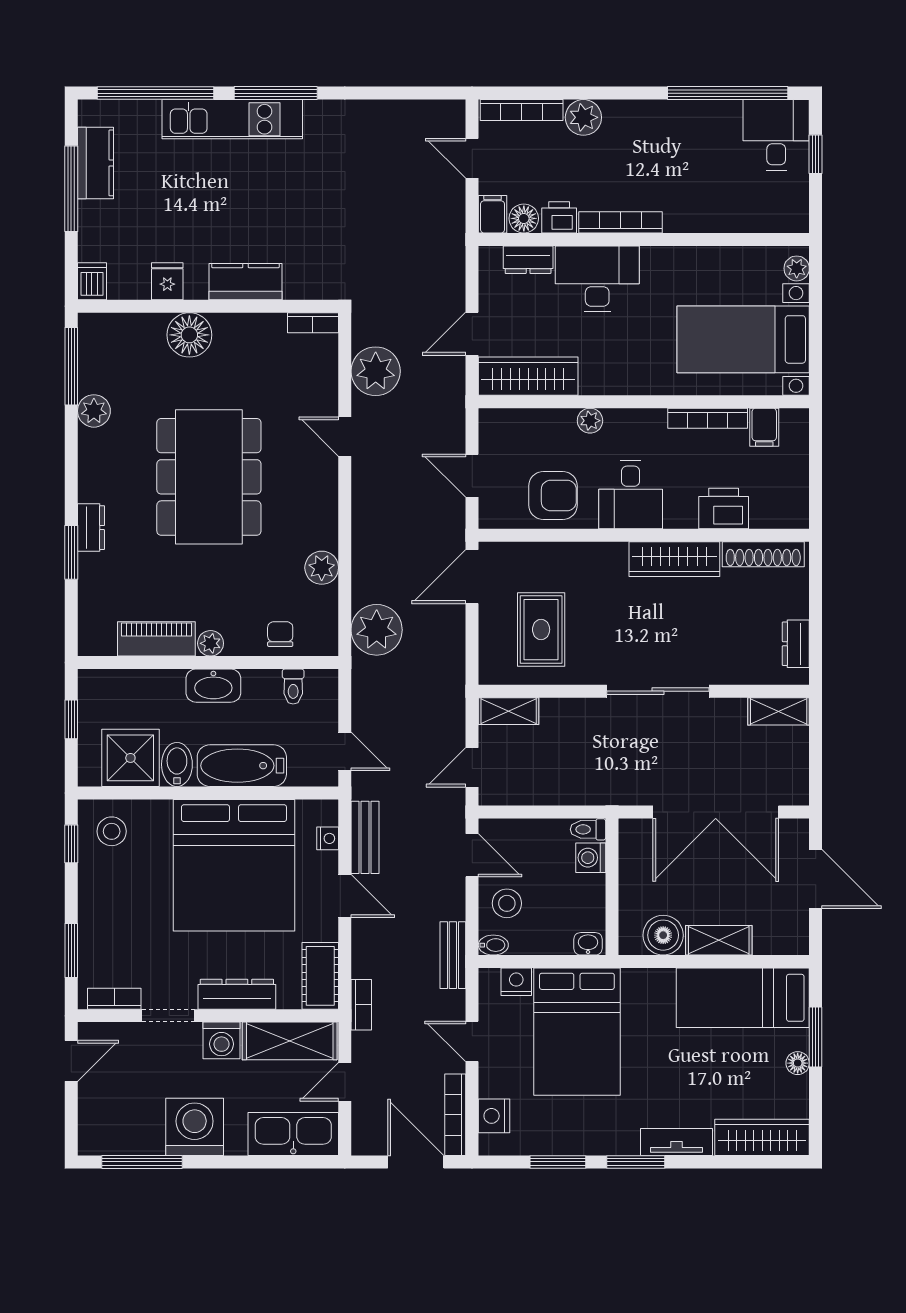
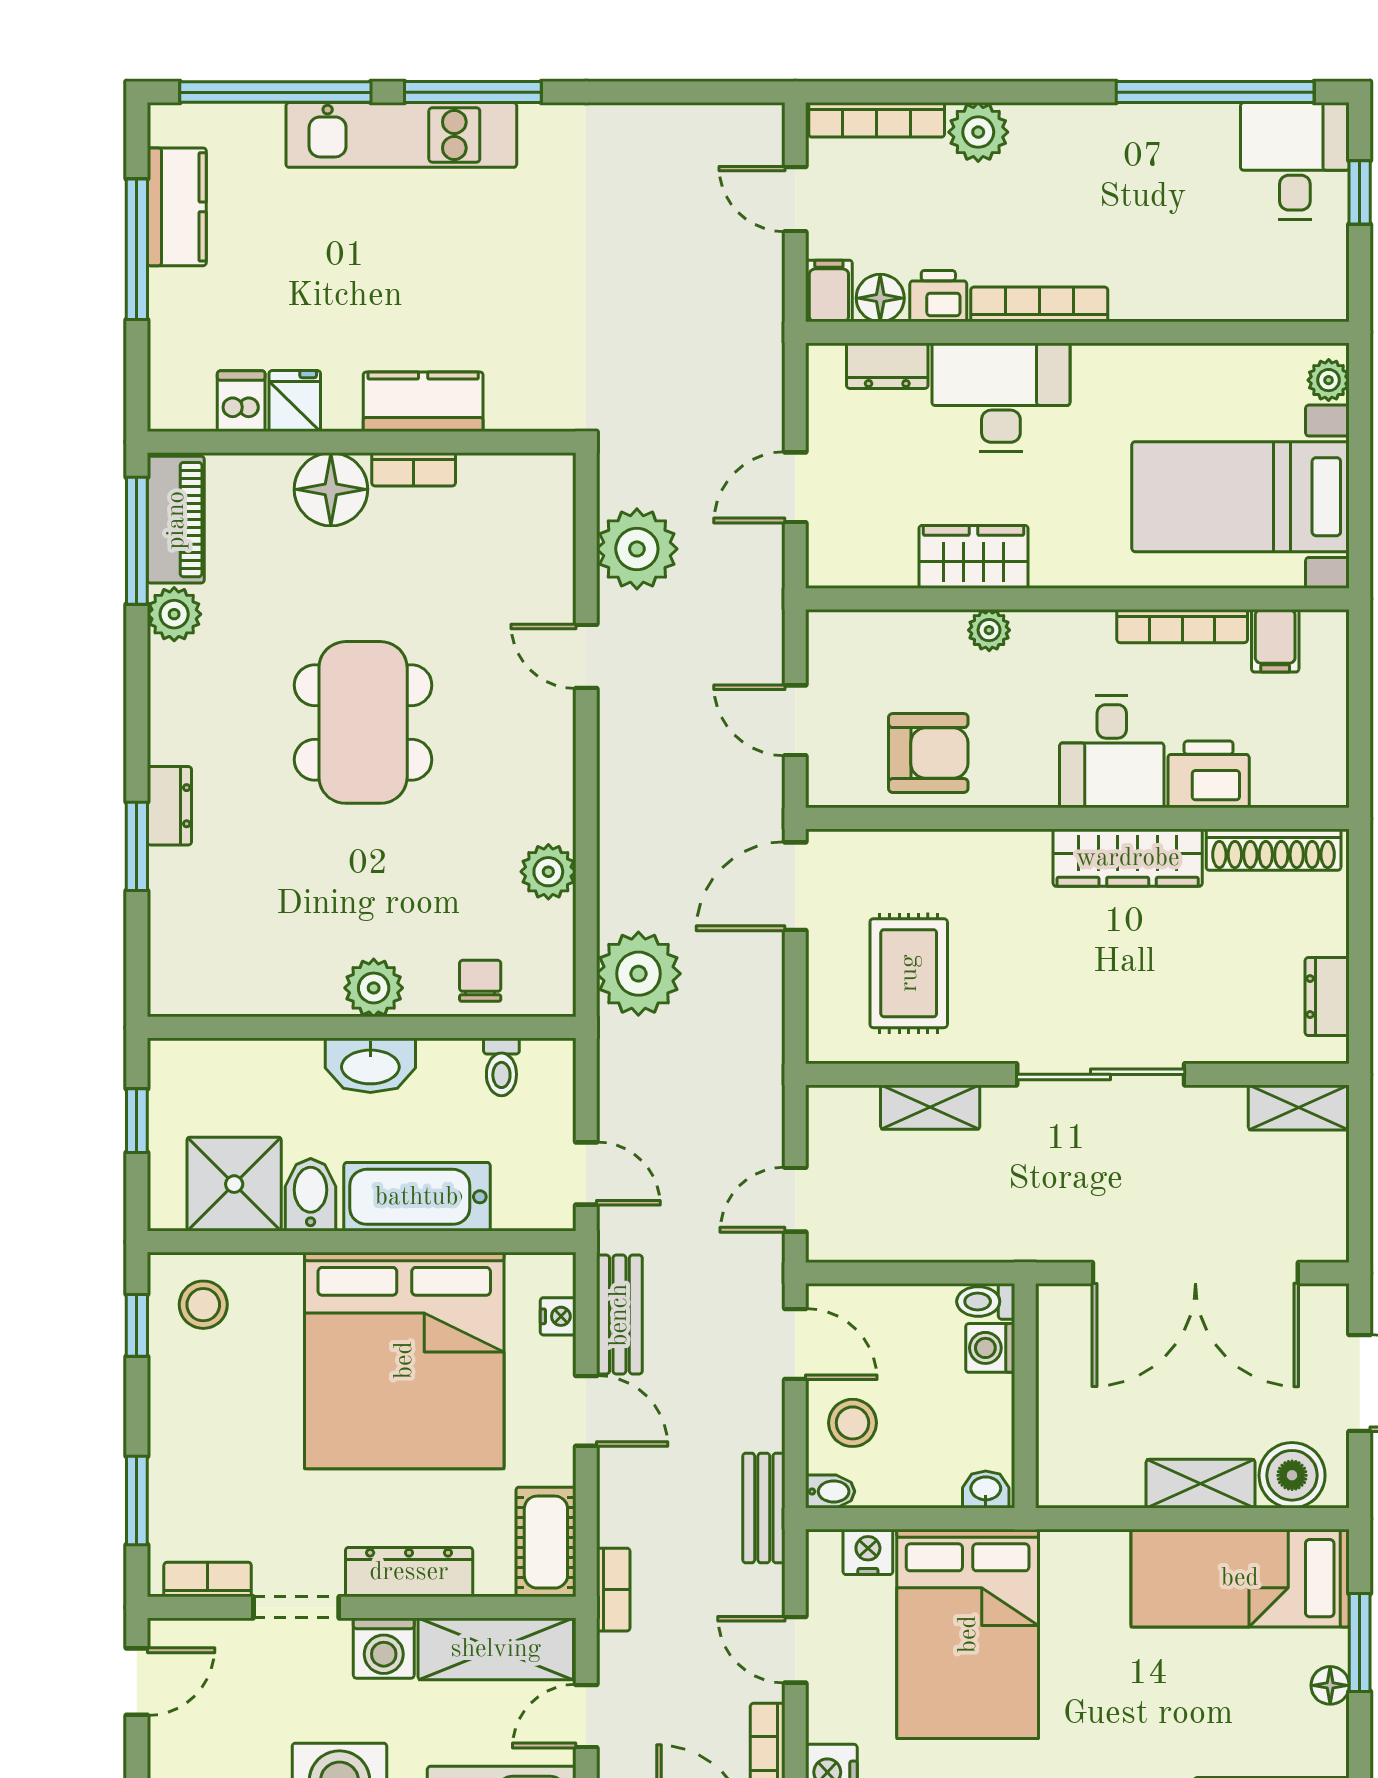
dishwasher: (92, 281) -> (241, 401), moved
bookcase: (313, 323) -> (414, 469), moved
wardrobe: (528, 376) -> (974, 557), moved, width x0.67
dining table: (209, 477) -> (363, 722), width x0.73, depth x0.80
desk: (631, 495) -> (1112, 752), moved
piano: (156, 639) -> (176, 520), moved, turned 90
plant: (211, 643) -> (374, 988), width x1.38, depth x1.38
shelving: (509, 711) -> (930, 1107), moved
boiler: (663, 935) -> (1292, 1475), moved

